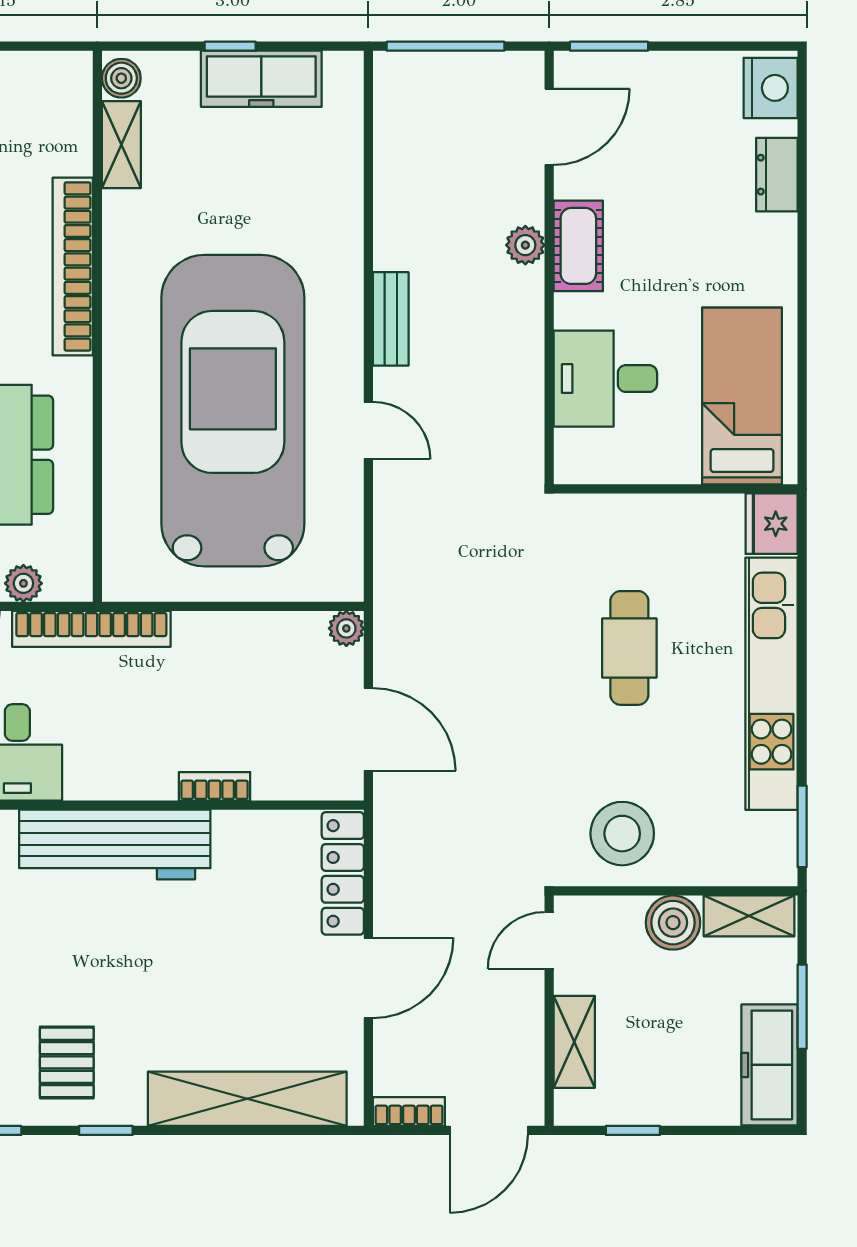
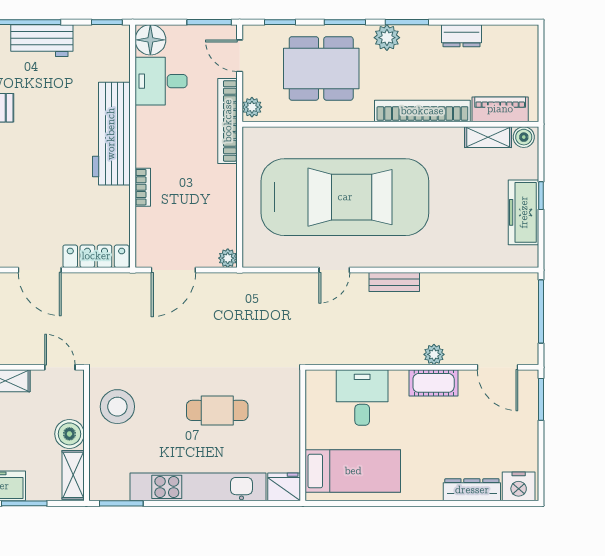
piano: (70, 122) -> (500, 109), added
dresser: (777, 175) -> (472, 490), width x1.44
plant: (23, 583) -> (252, 107), moved

